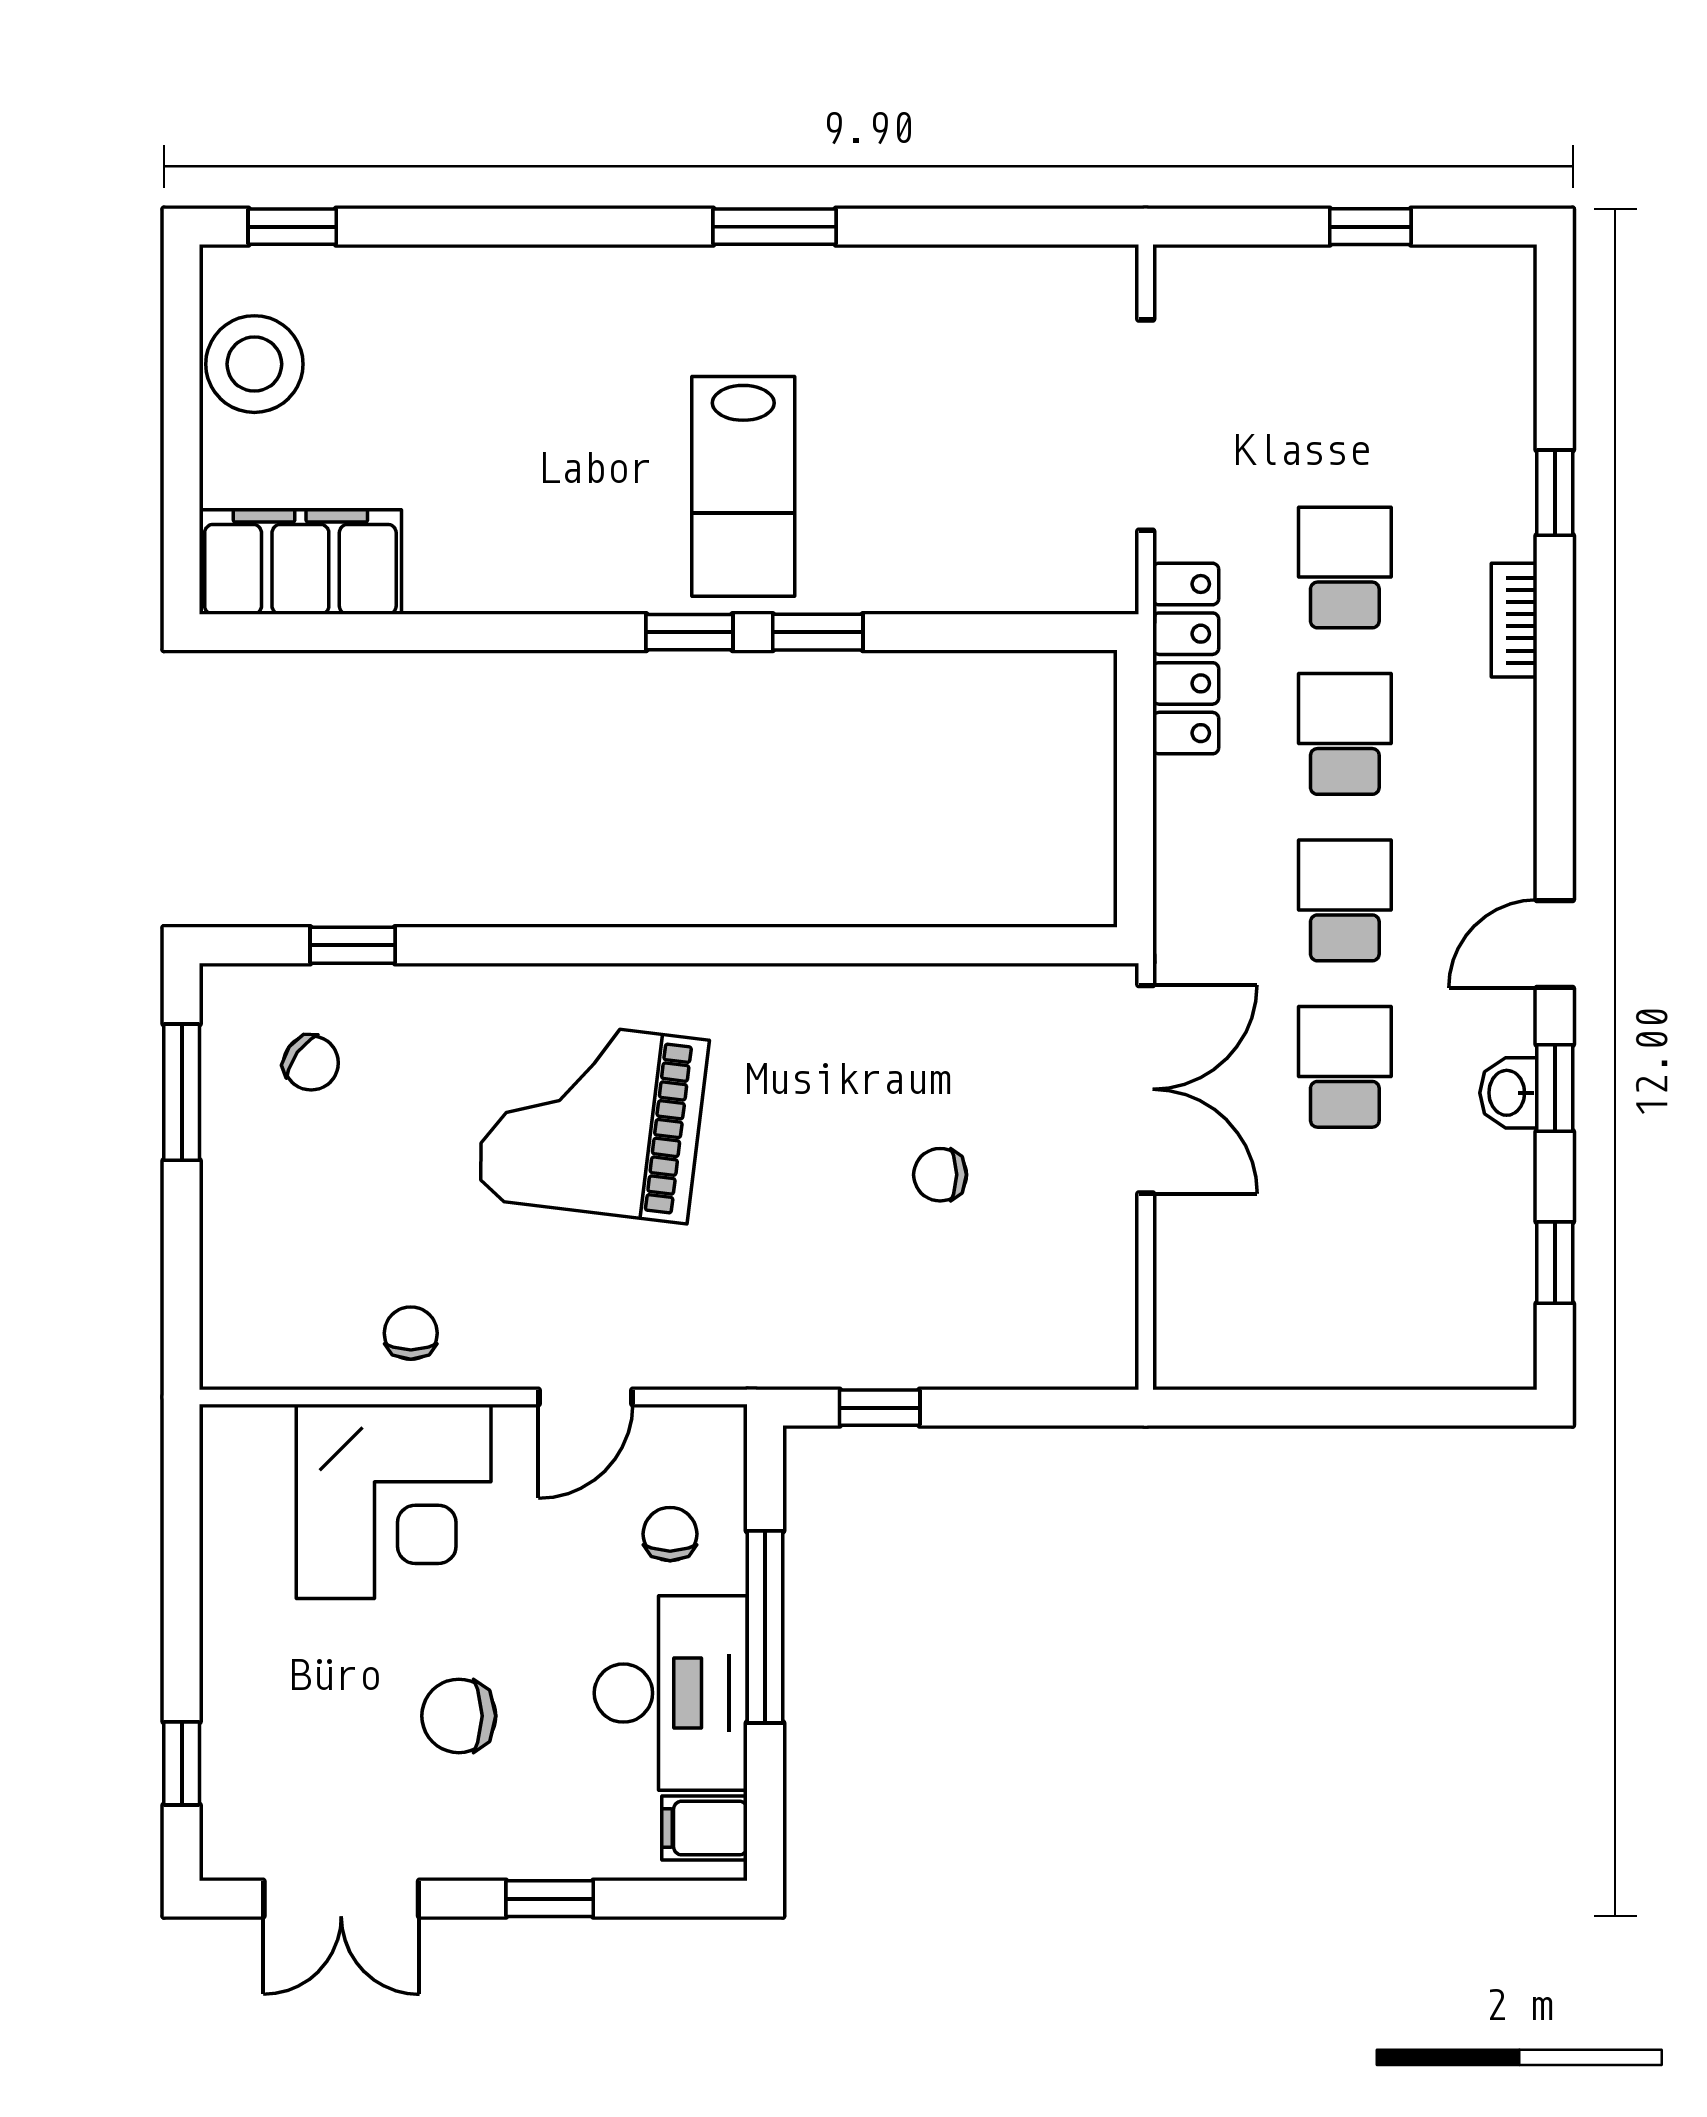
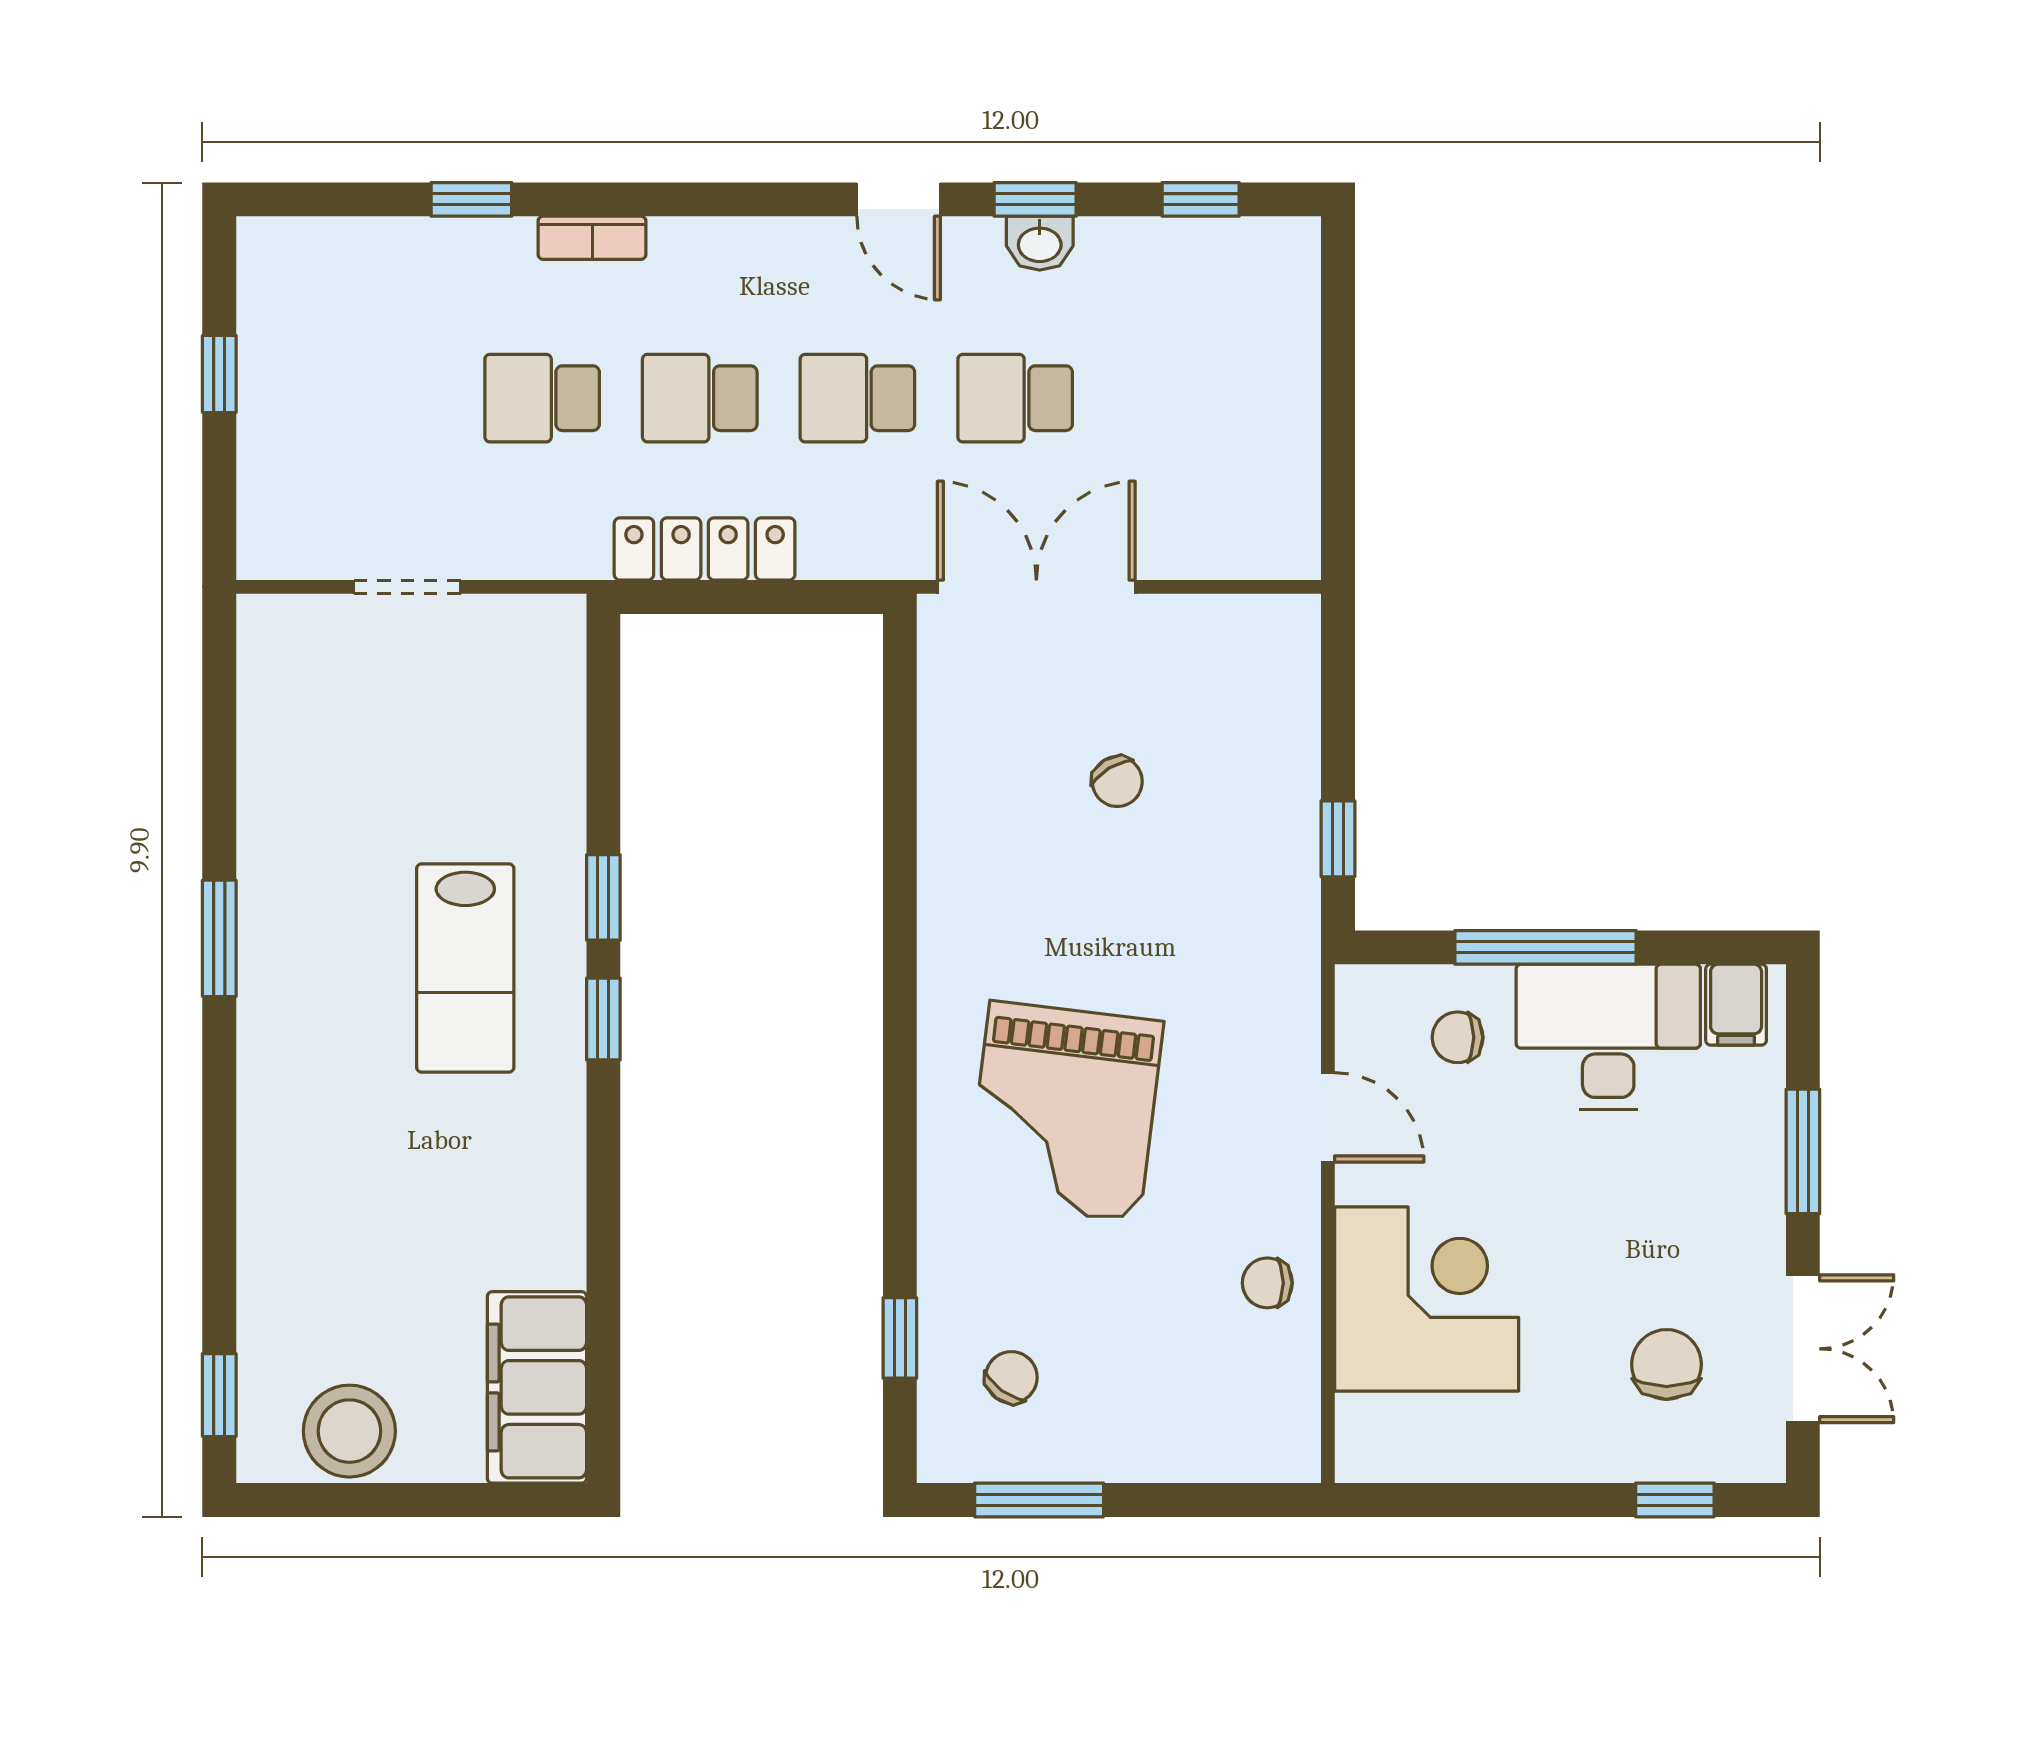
doorway: (1146, 425) -> (407, 587), width x0.53
lab bench: (743, 486) -> (465, 968), turned 90
locker: (1186, 659) -> (705, 549), moved
chair: (940, 1175) -> (1117, 782), turned -31
chair: (459, 1716) -> (1667, 1364), moved, turned 180
window: (550, 1899) -> (1803, 1151), width x1.50

